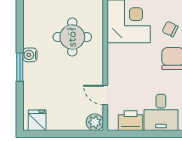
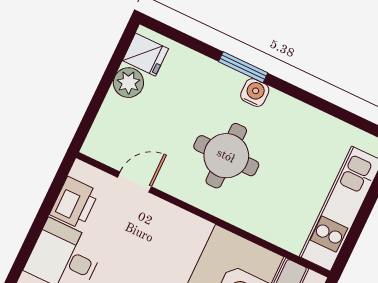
round table: (72, 37) -> (226, 156), moved
plant: (95, 122) -> (128, 83), moved

